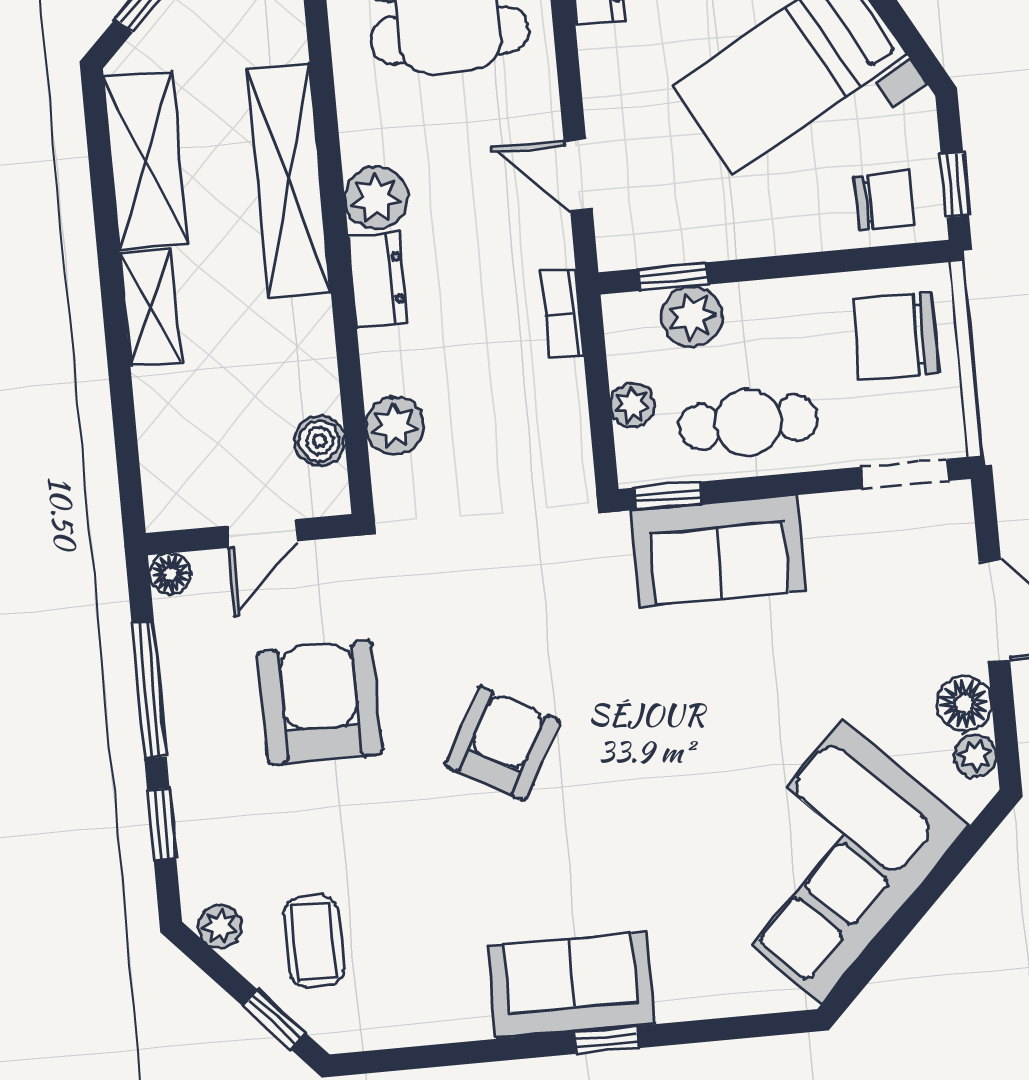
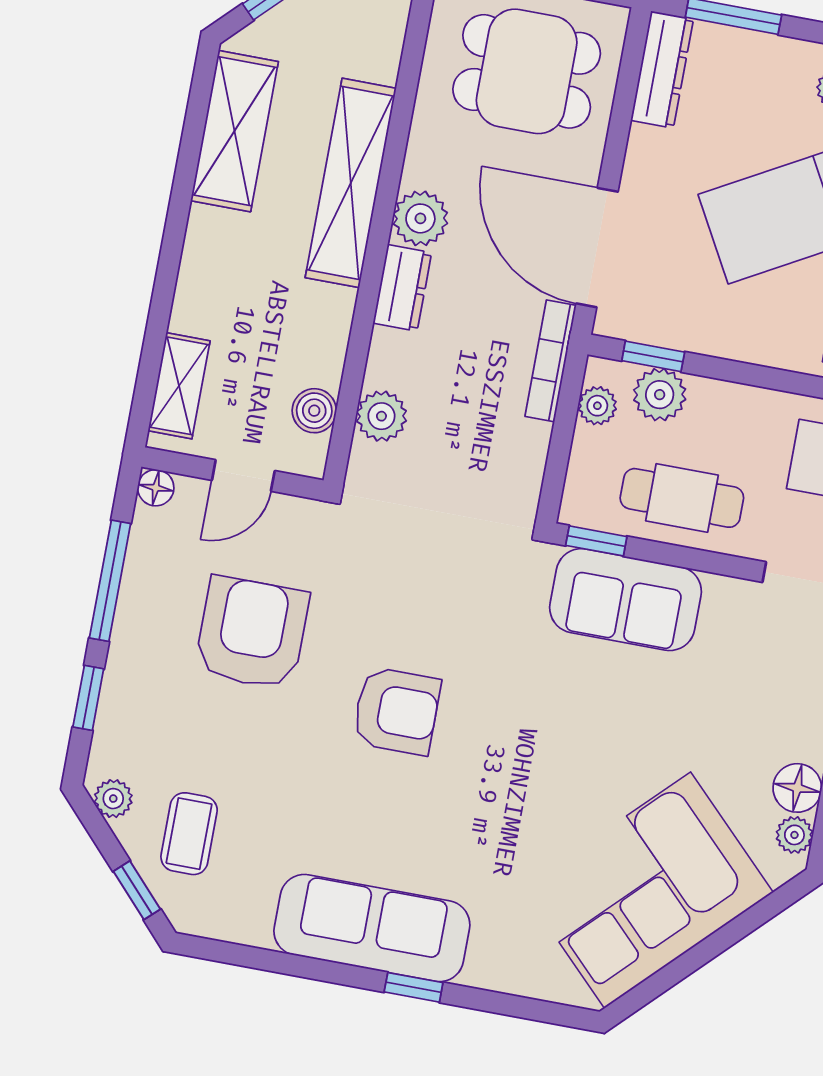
door: (578, 175) -> (597, 248), width x1.88
shelving: (151, 308) -> (179, 386), moved
bookcase: (562, 313) -> (551, 361), width x1.56
plant: (633, 405) -> (597, 406), moved
armchair: (502, 743) -> (396, 711), turned 61
sofa: (571, 985) -> (372, 928), width x1.36

